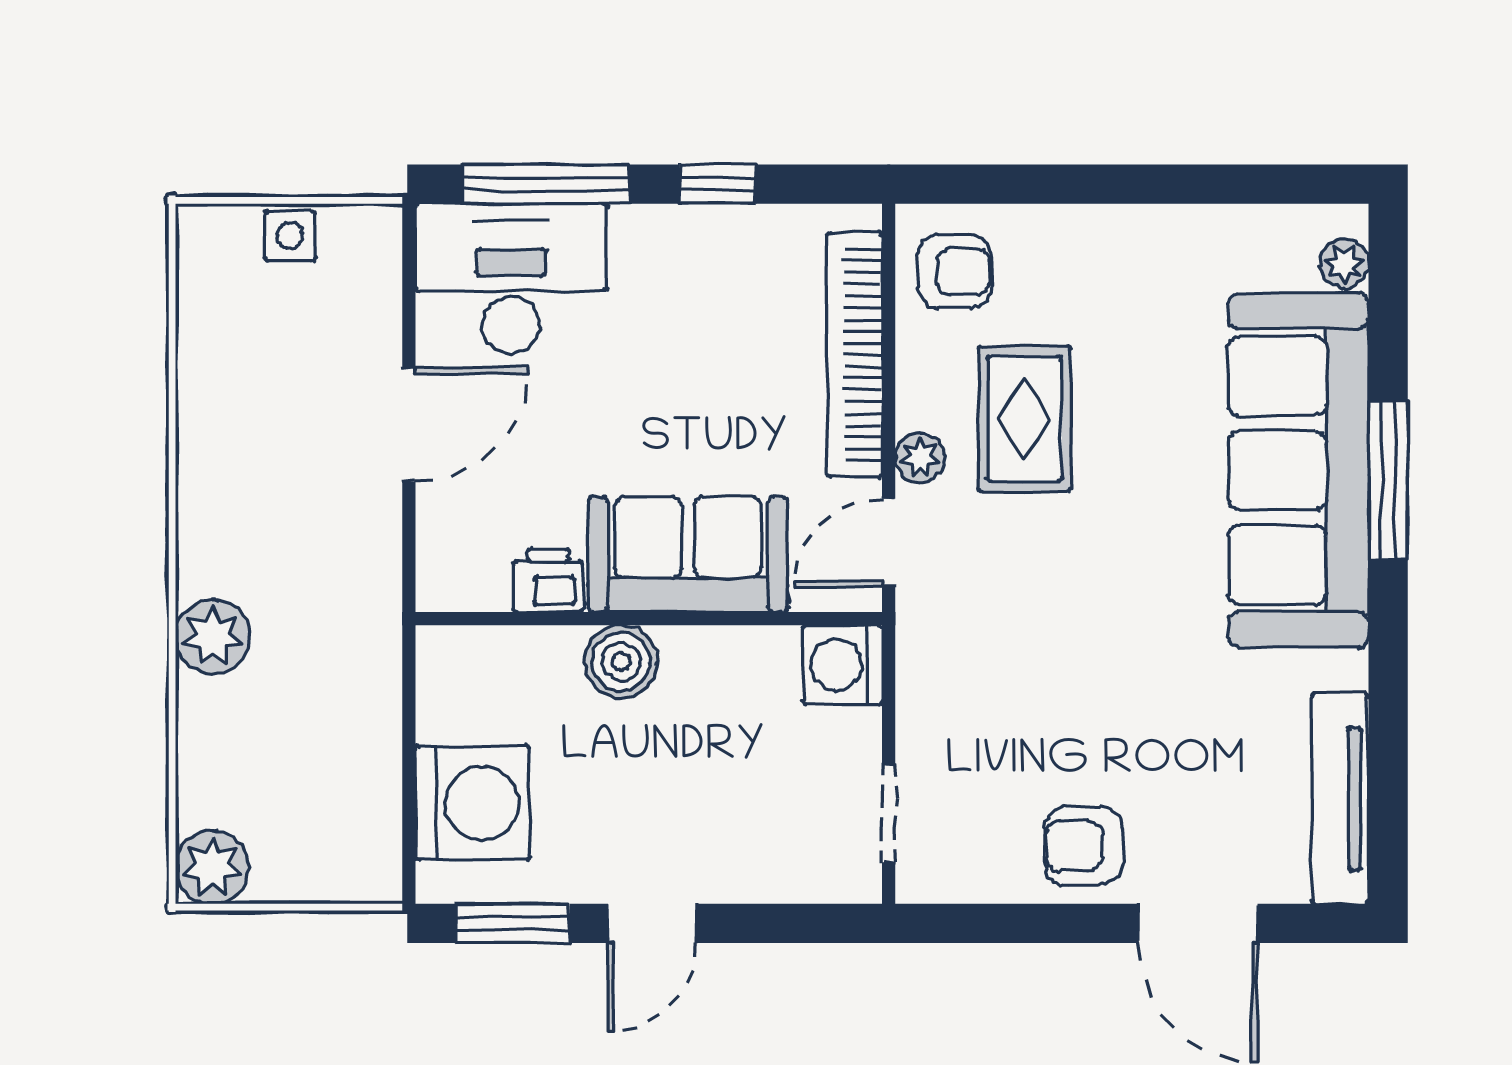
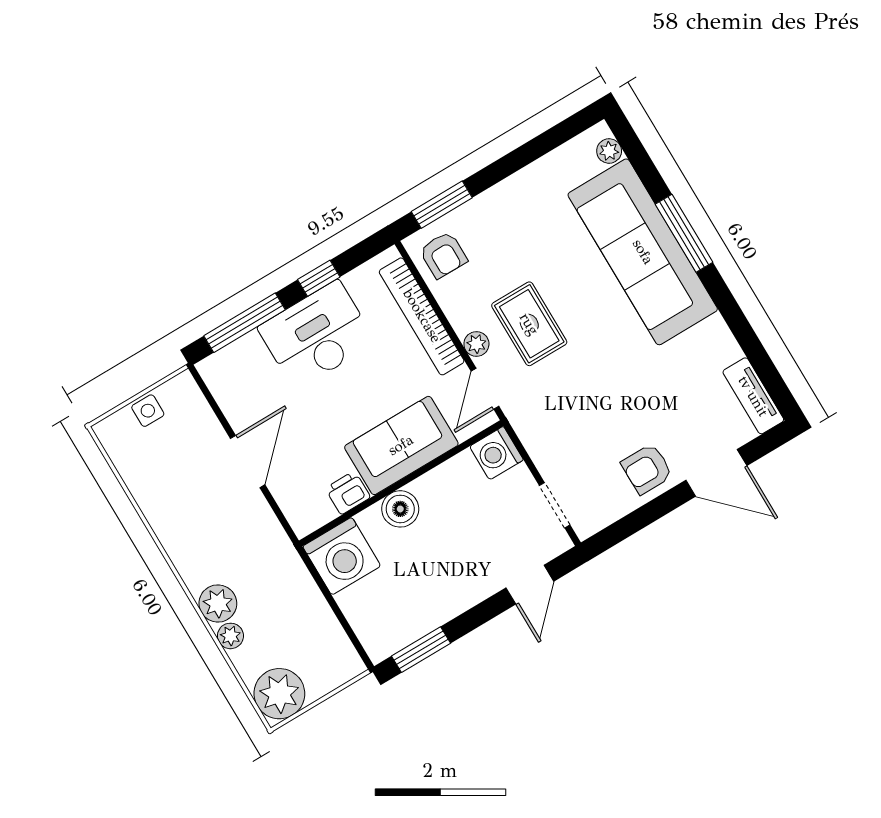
window: (1003, 184) -> (442, 205), added
armchair: (954, 272) -> (443, 255), turned 90
desk: (511, 279) -> (317, 335), moved
rug: (1024, 419) -> (529, 324), moved
plant: (201, 705) -> (230, 636), added
tv unit: (1340, 799) -> (753, 396), width x0.71
washing machine: (473, 803) -> (342, 556), moved, turned 90
plant: (212, 867) -> (279, 694), width x1.36, depth x1.36
door: (652, 923) -> (530, 585), moved

